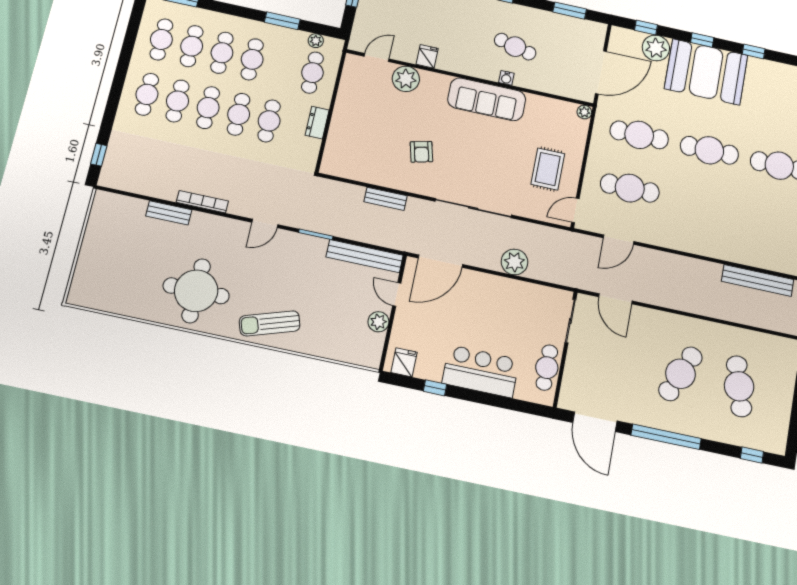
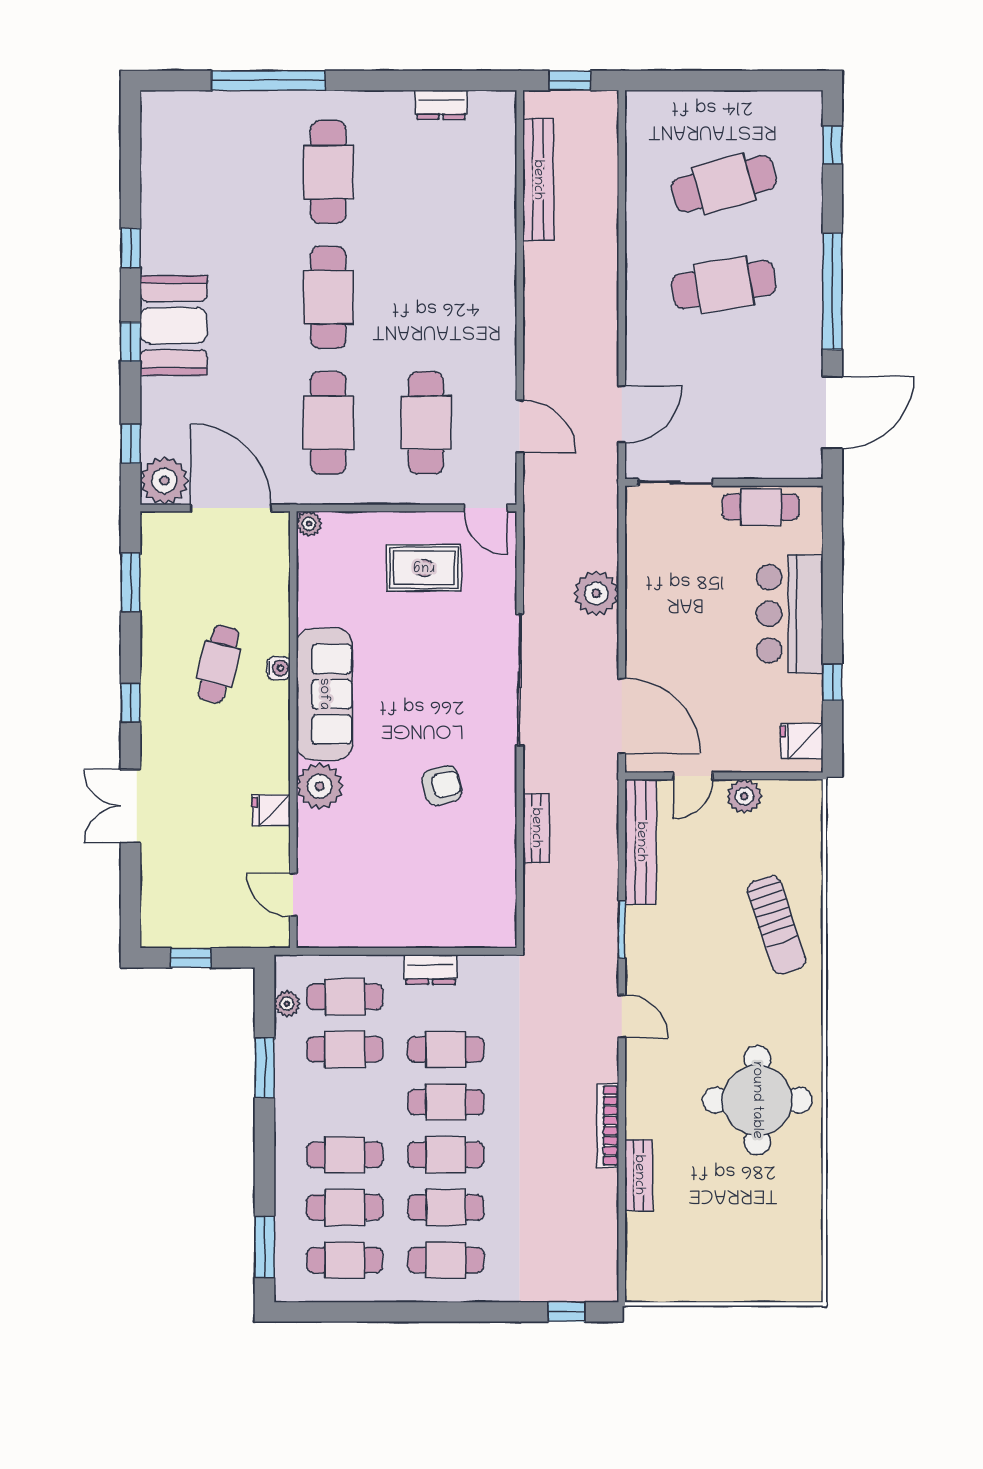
plant: (656, 48) -> (164, 481), moved
cafe table: (252, 59) -> (345, 1049), moved
booth: (706, 72) -> (174, 326), width x0.73, depth x0.70
plant: (406, 79) -> (320, 786), moved
sun lounger: (270, 323) -> (777, 925), moved
cafe table: (680, 374) -> (724, 285), turned -33

